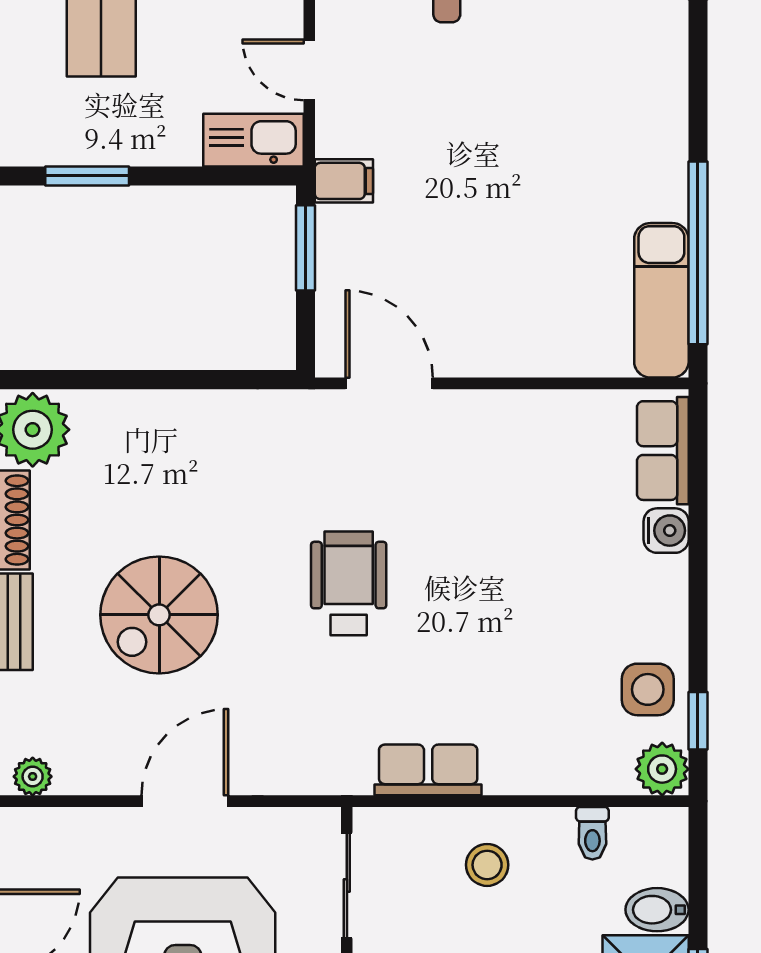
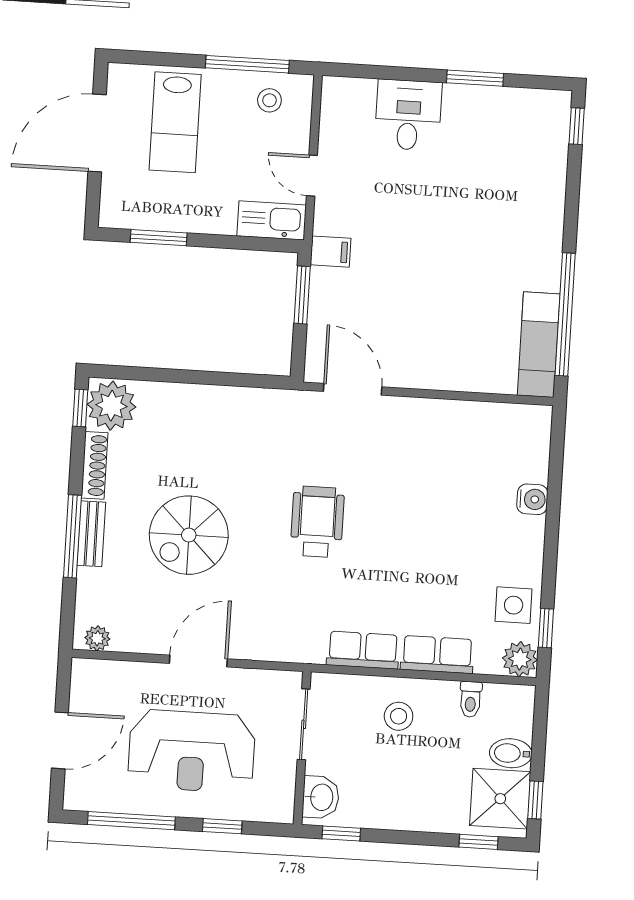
row of seats: (663, 451) -> (437, 655), moved, turned 90

